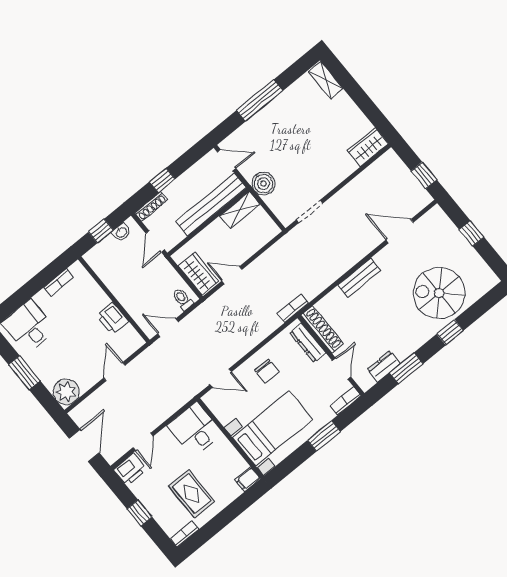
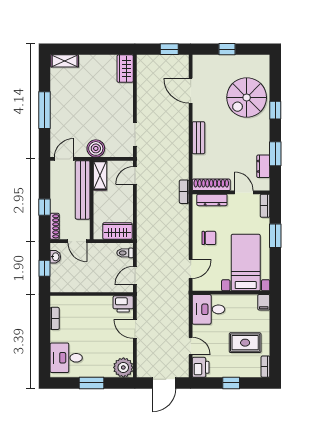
door: (400, 231) -> (191, 91), hinge flipped
door: (232, 275) -> (135, 175), moved
printer: (113, 318) -> (123, 304), moved
door: (84, 446) -> (164, 383), swing flipped

